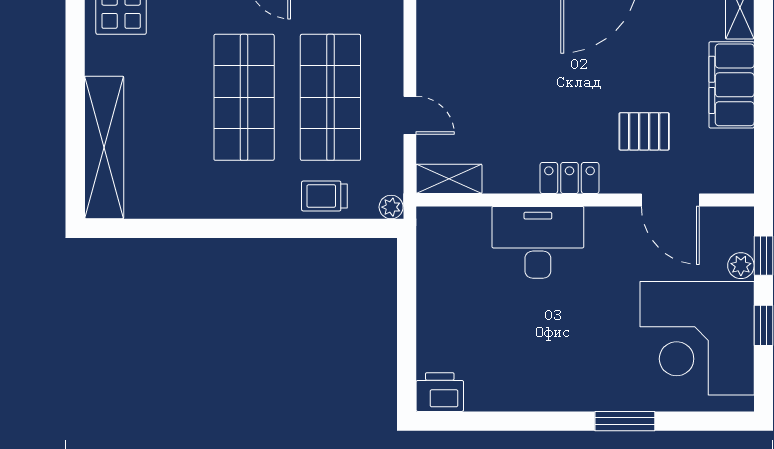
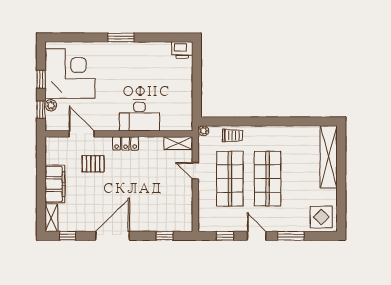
window: (625, 421) -> (121, 37), moved

